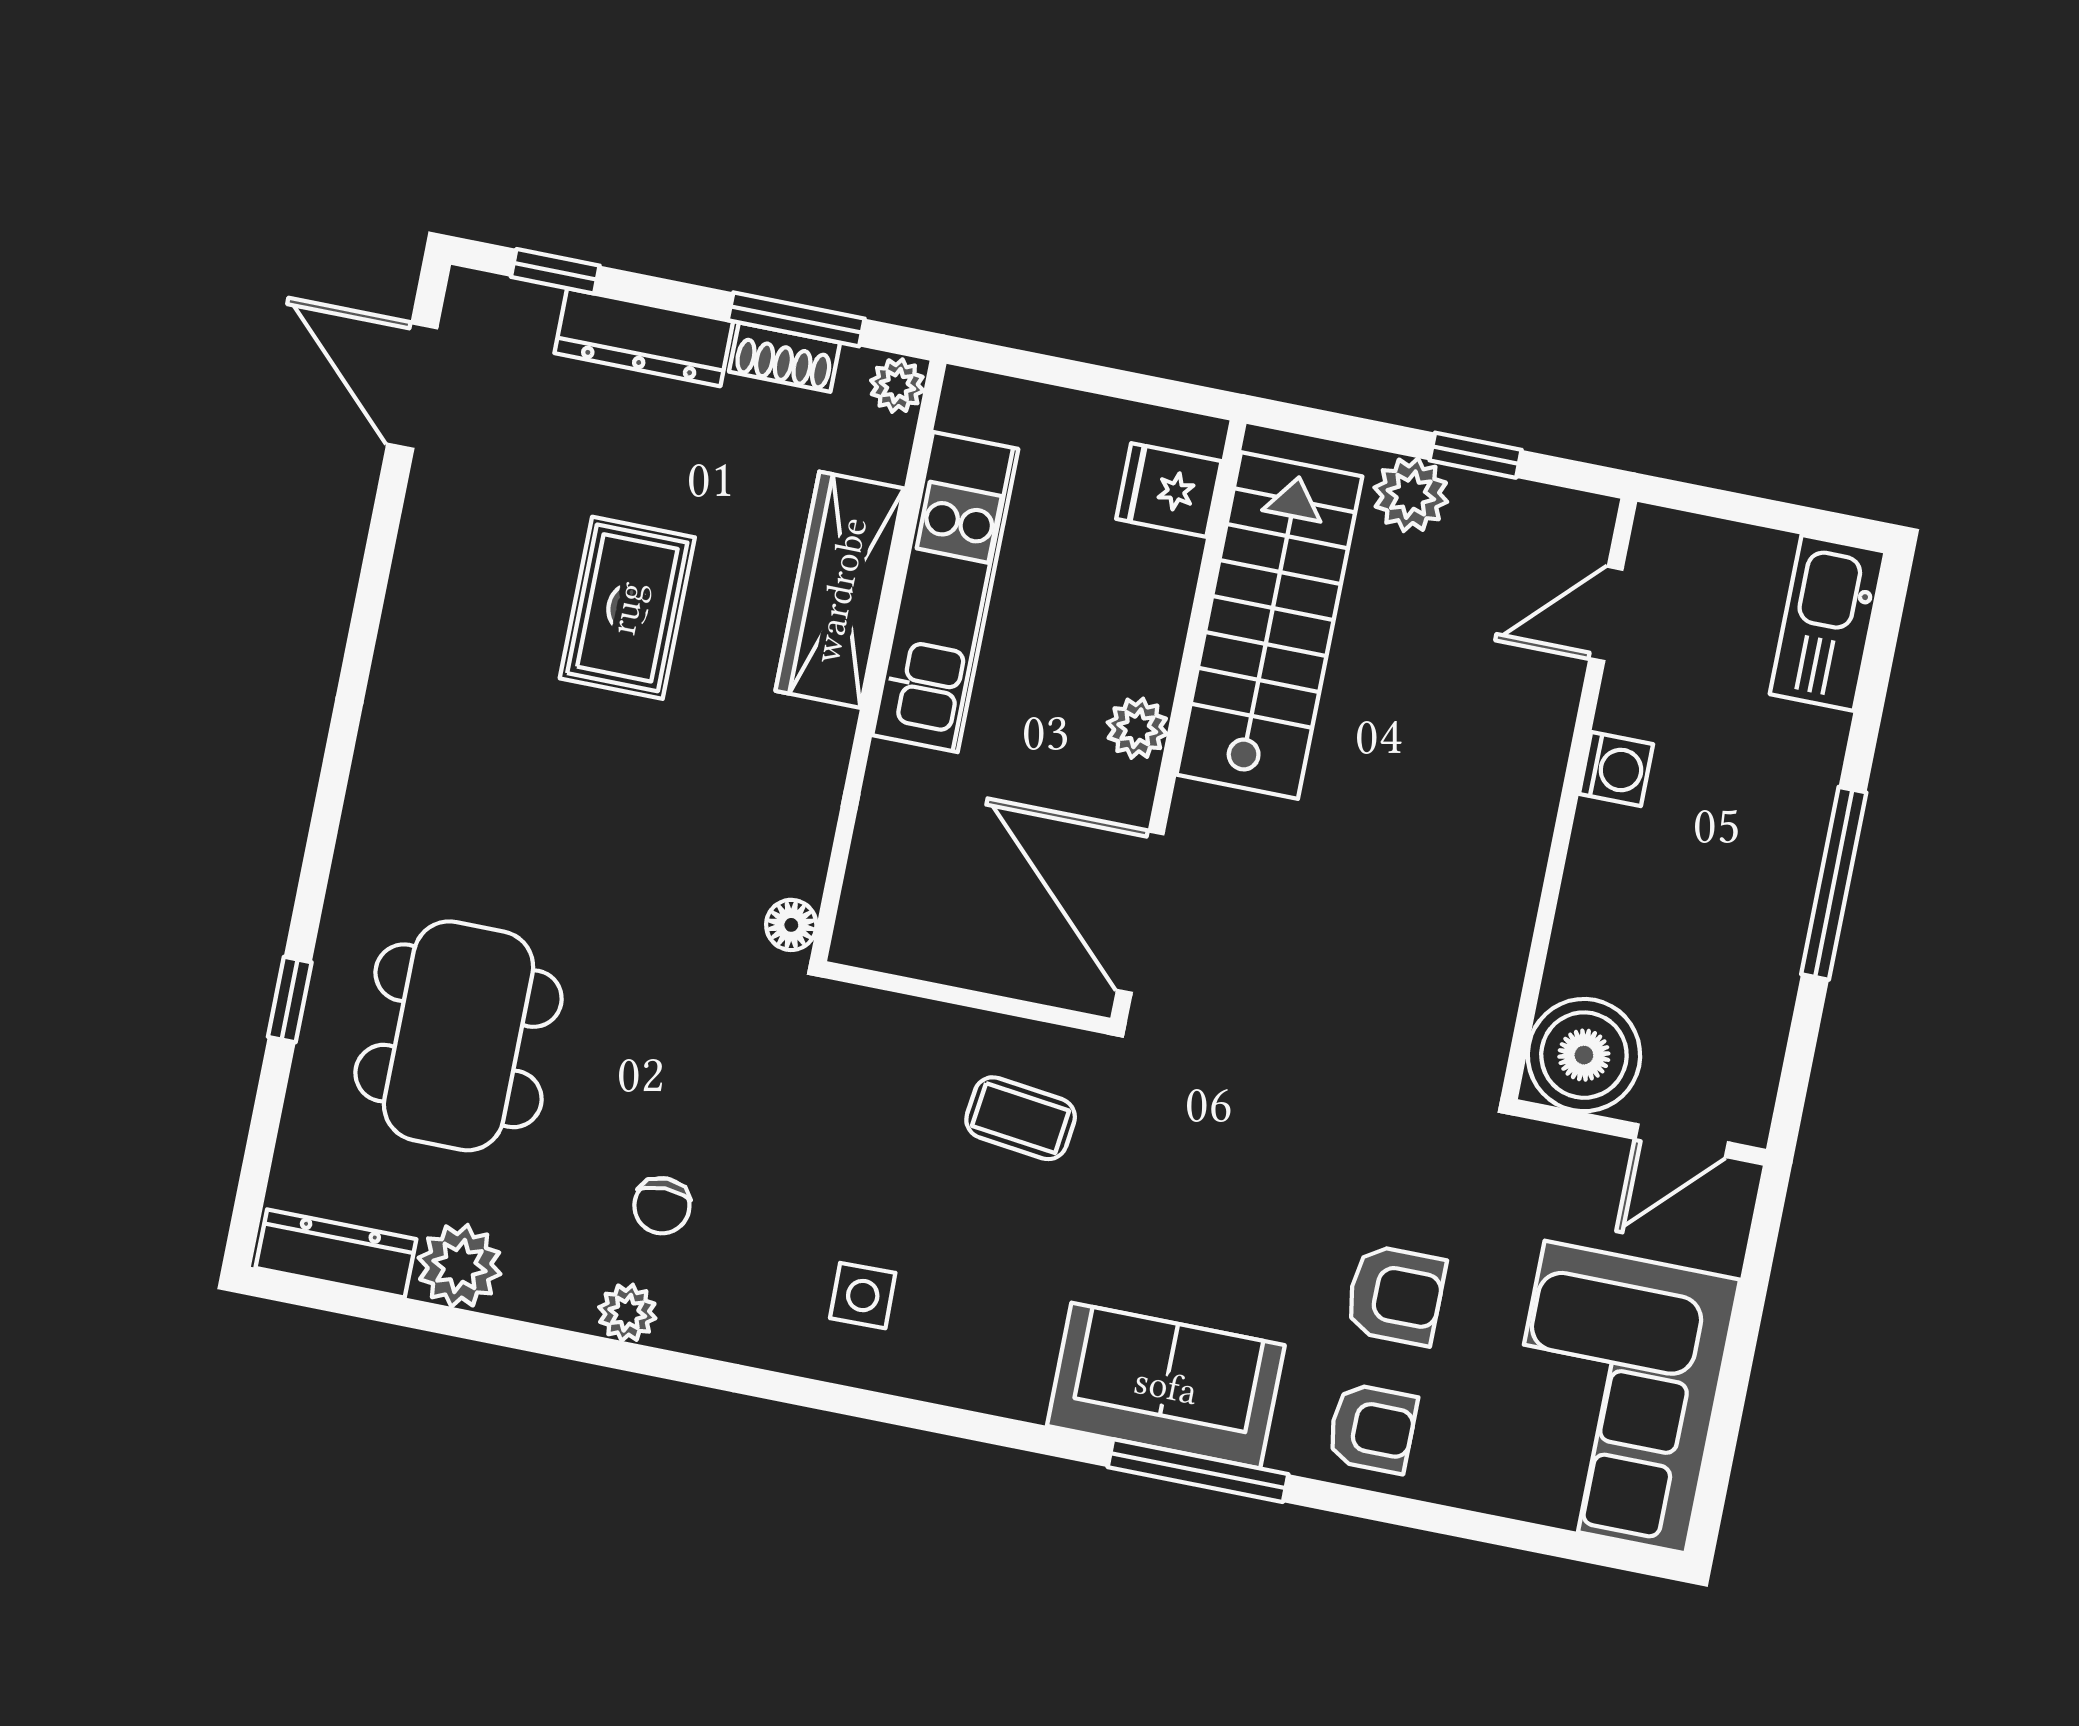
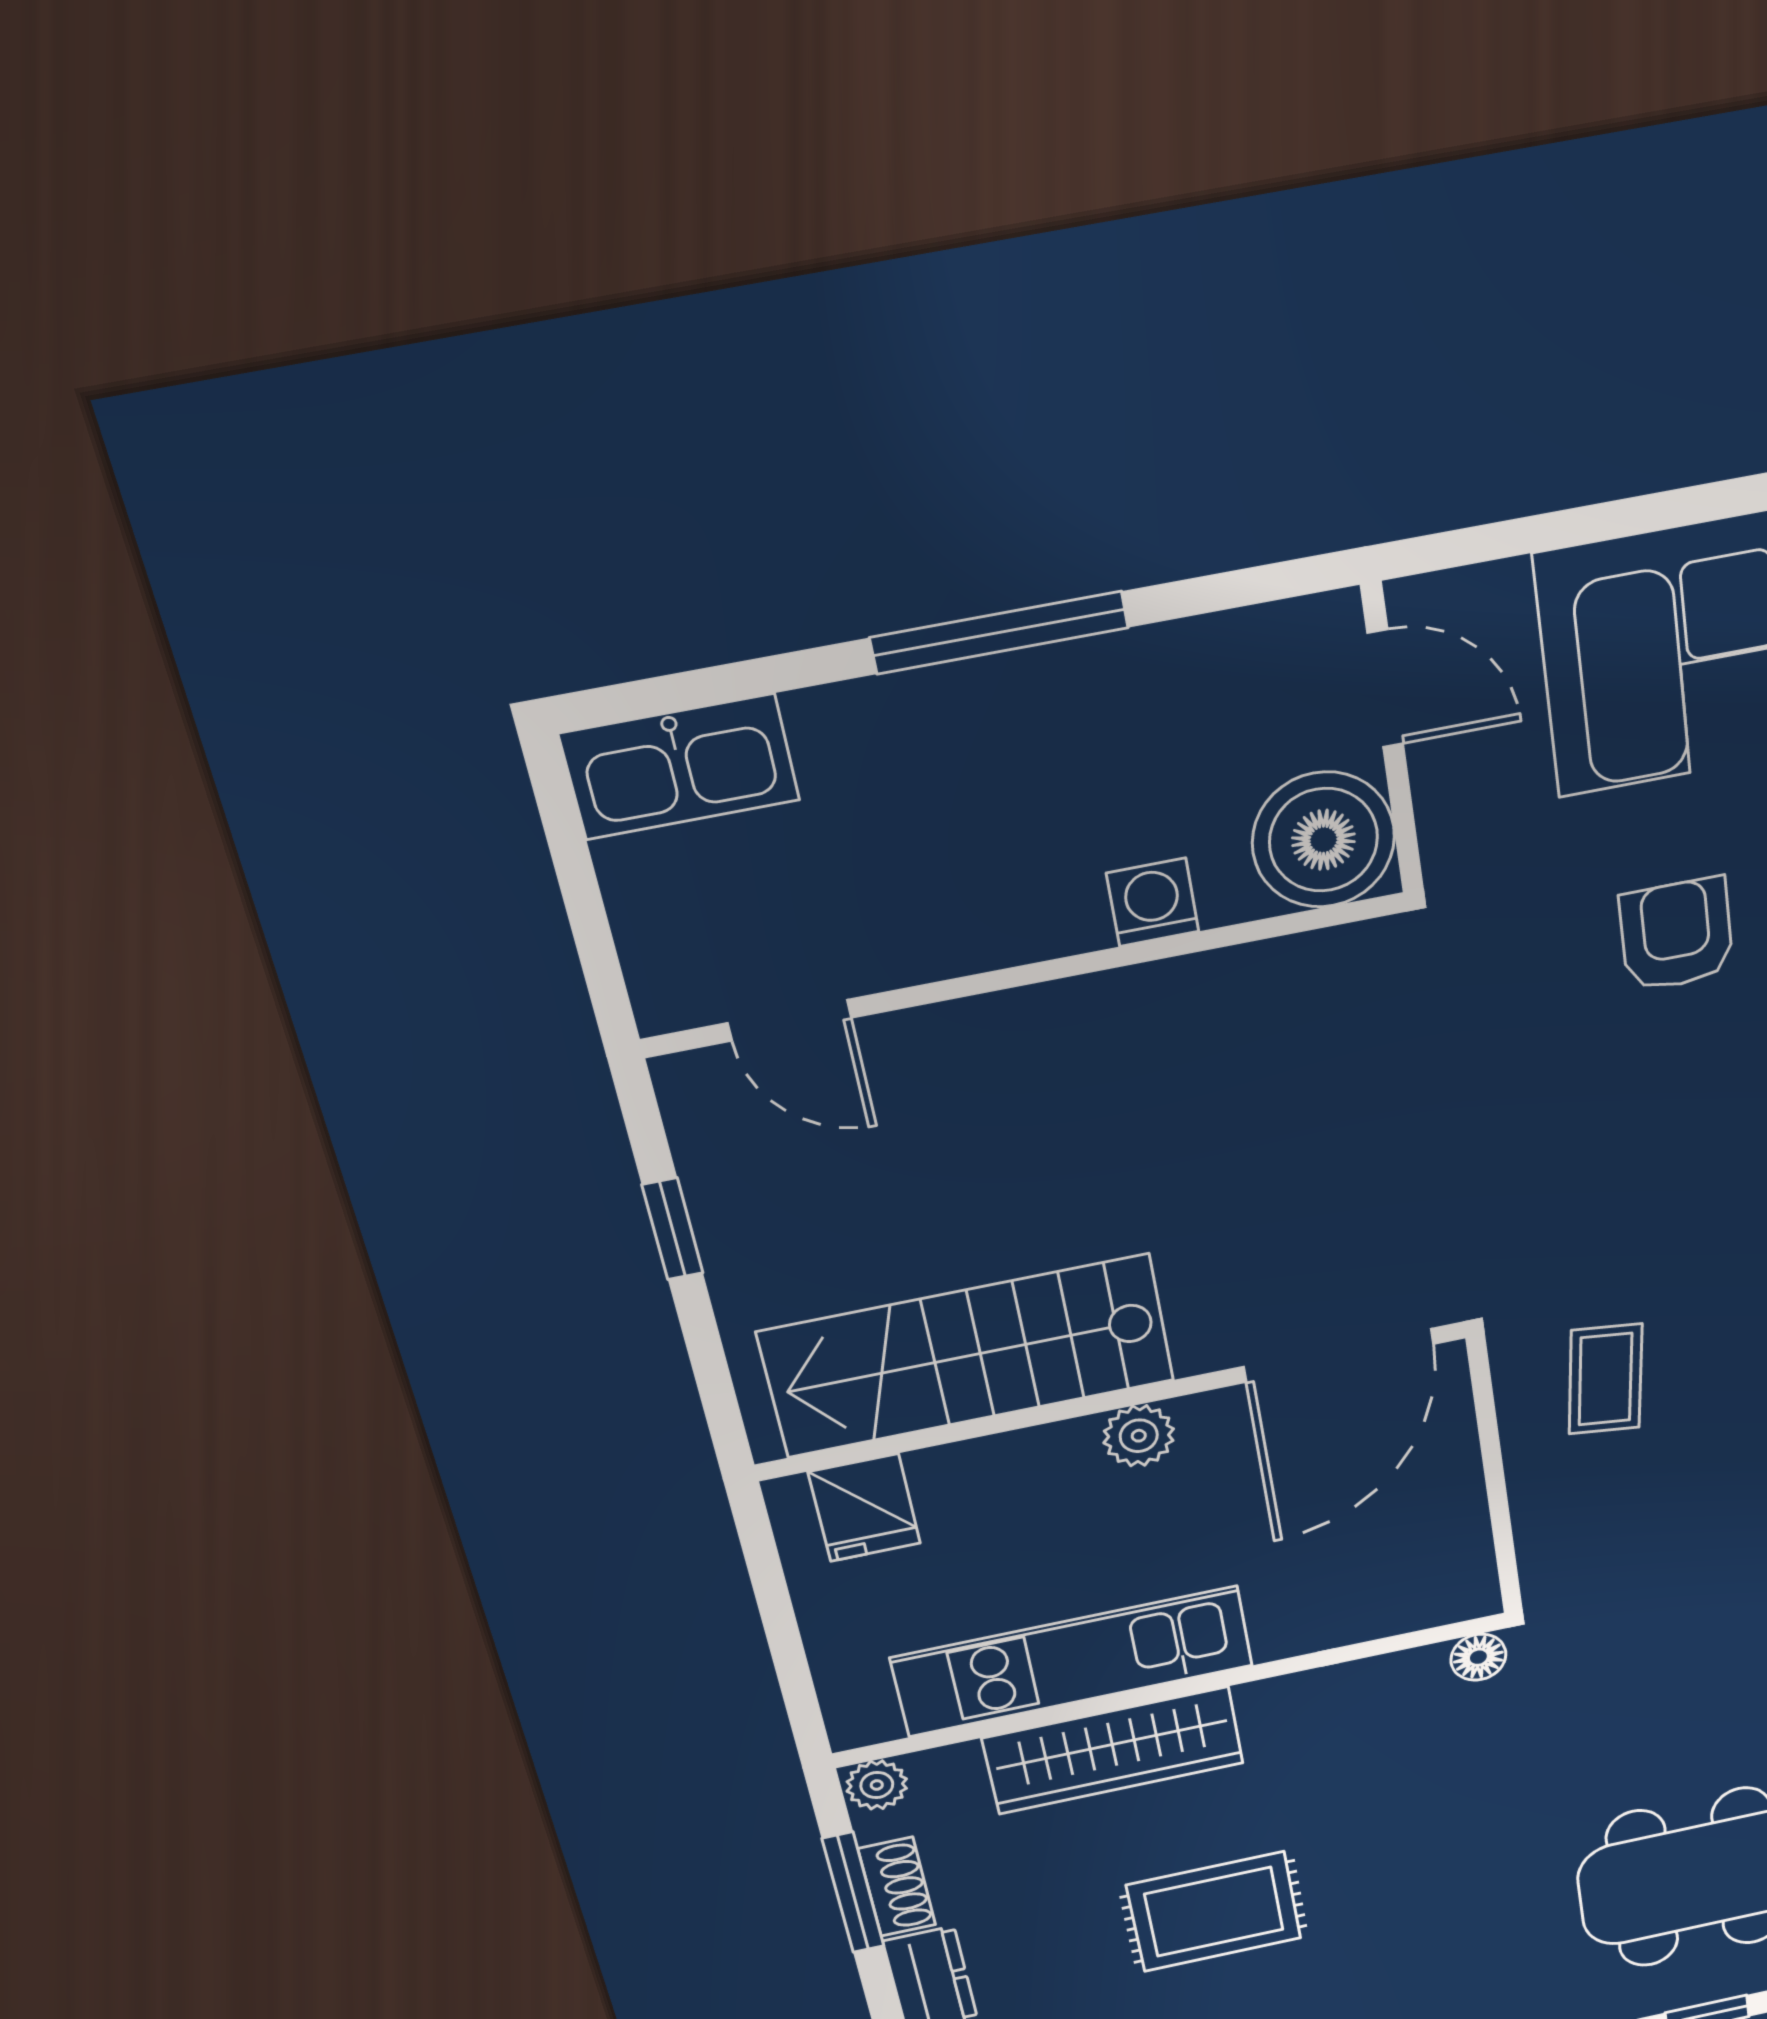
plant: (1411, 495) -> (751, 1276), removed
washing machine: (1616, 769) -> (1153, 902), moved

